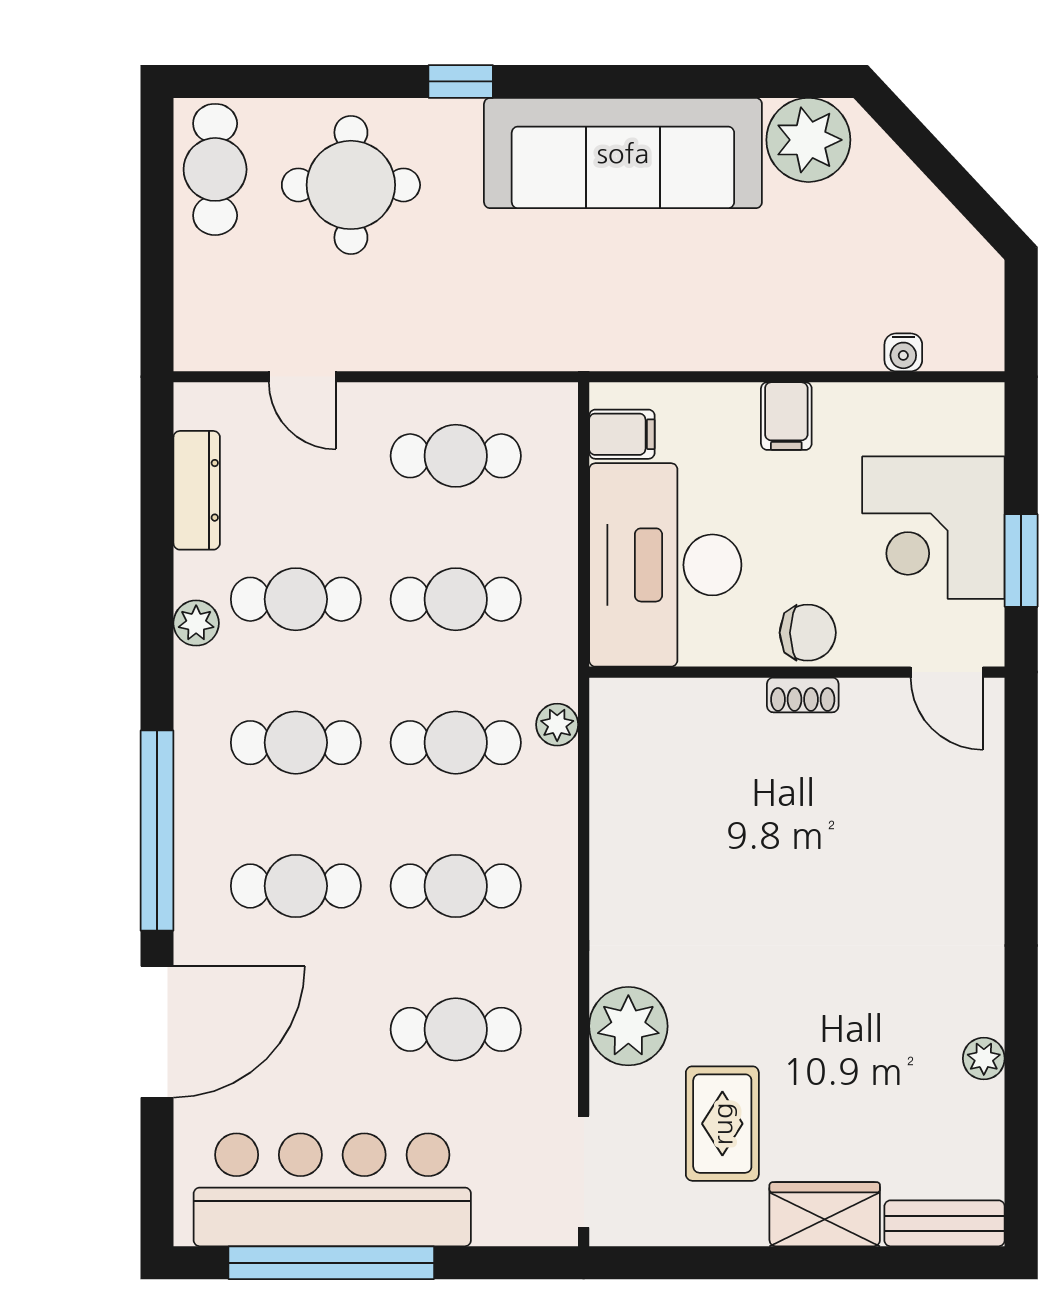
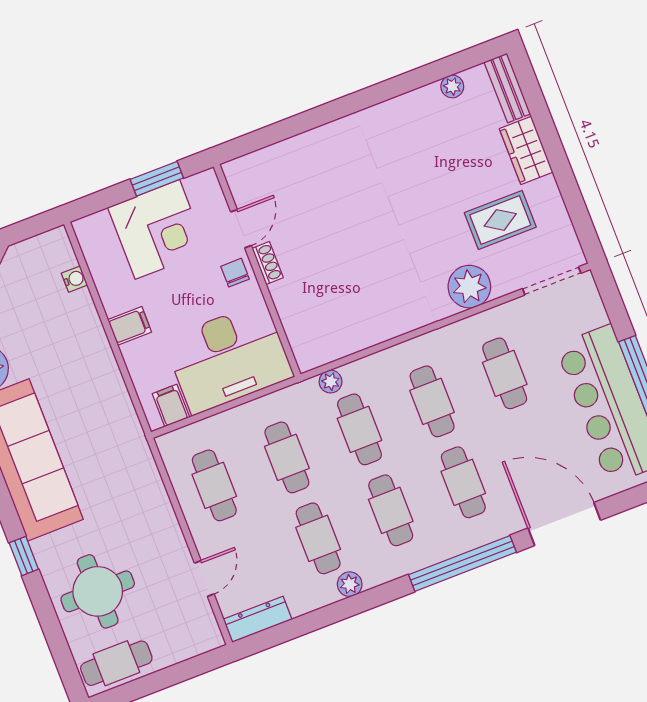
dresser: (197, 490) -> (258, 619), moved
chair: (808, 633) -> (235, 273), width x0.73, depth x0.73
door: (947, 672) -> (241, 229), moved
plant: (984, 1058) -> (452, 86), moved

